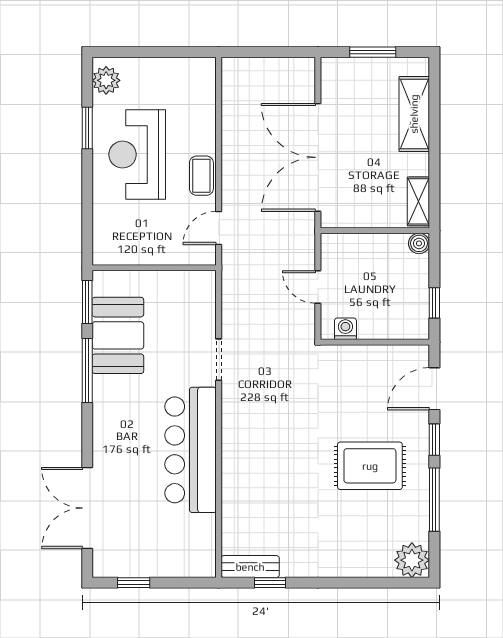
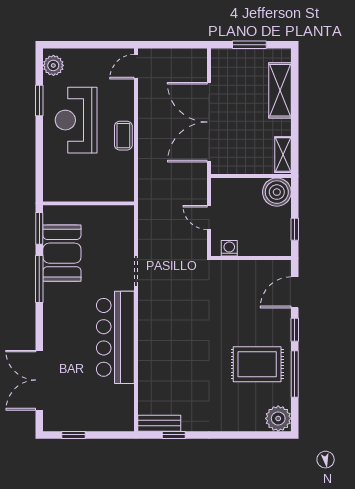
door: (219, 228) -> (136, 67), moved
boiler: (419, 243) -> (277, 192), width x1.86, depth x1.86
rug: (370, 466) -> (257, 364), moved

